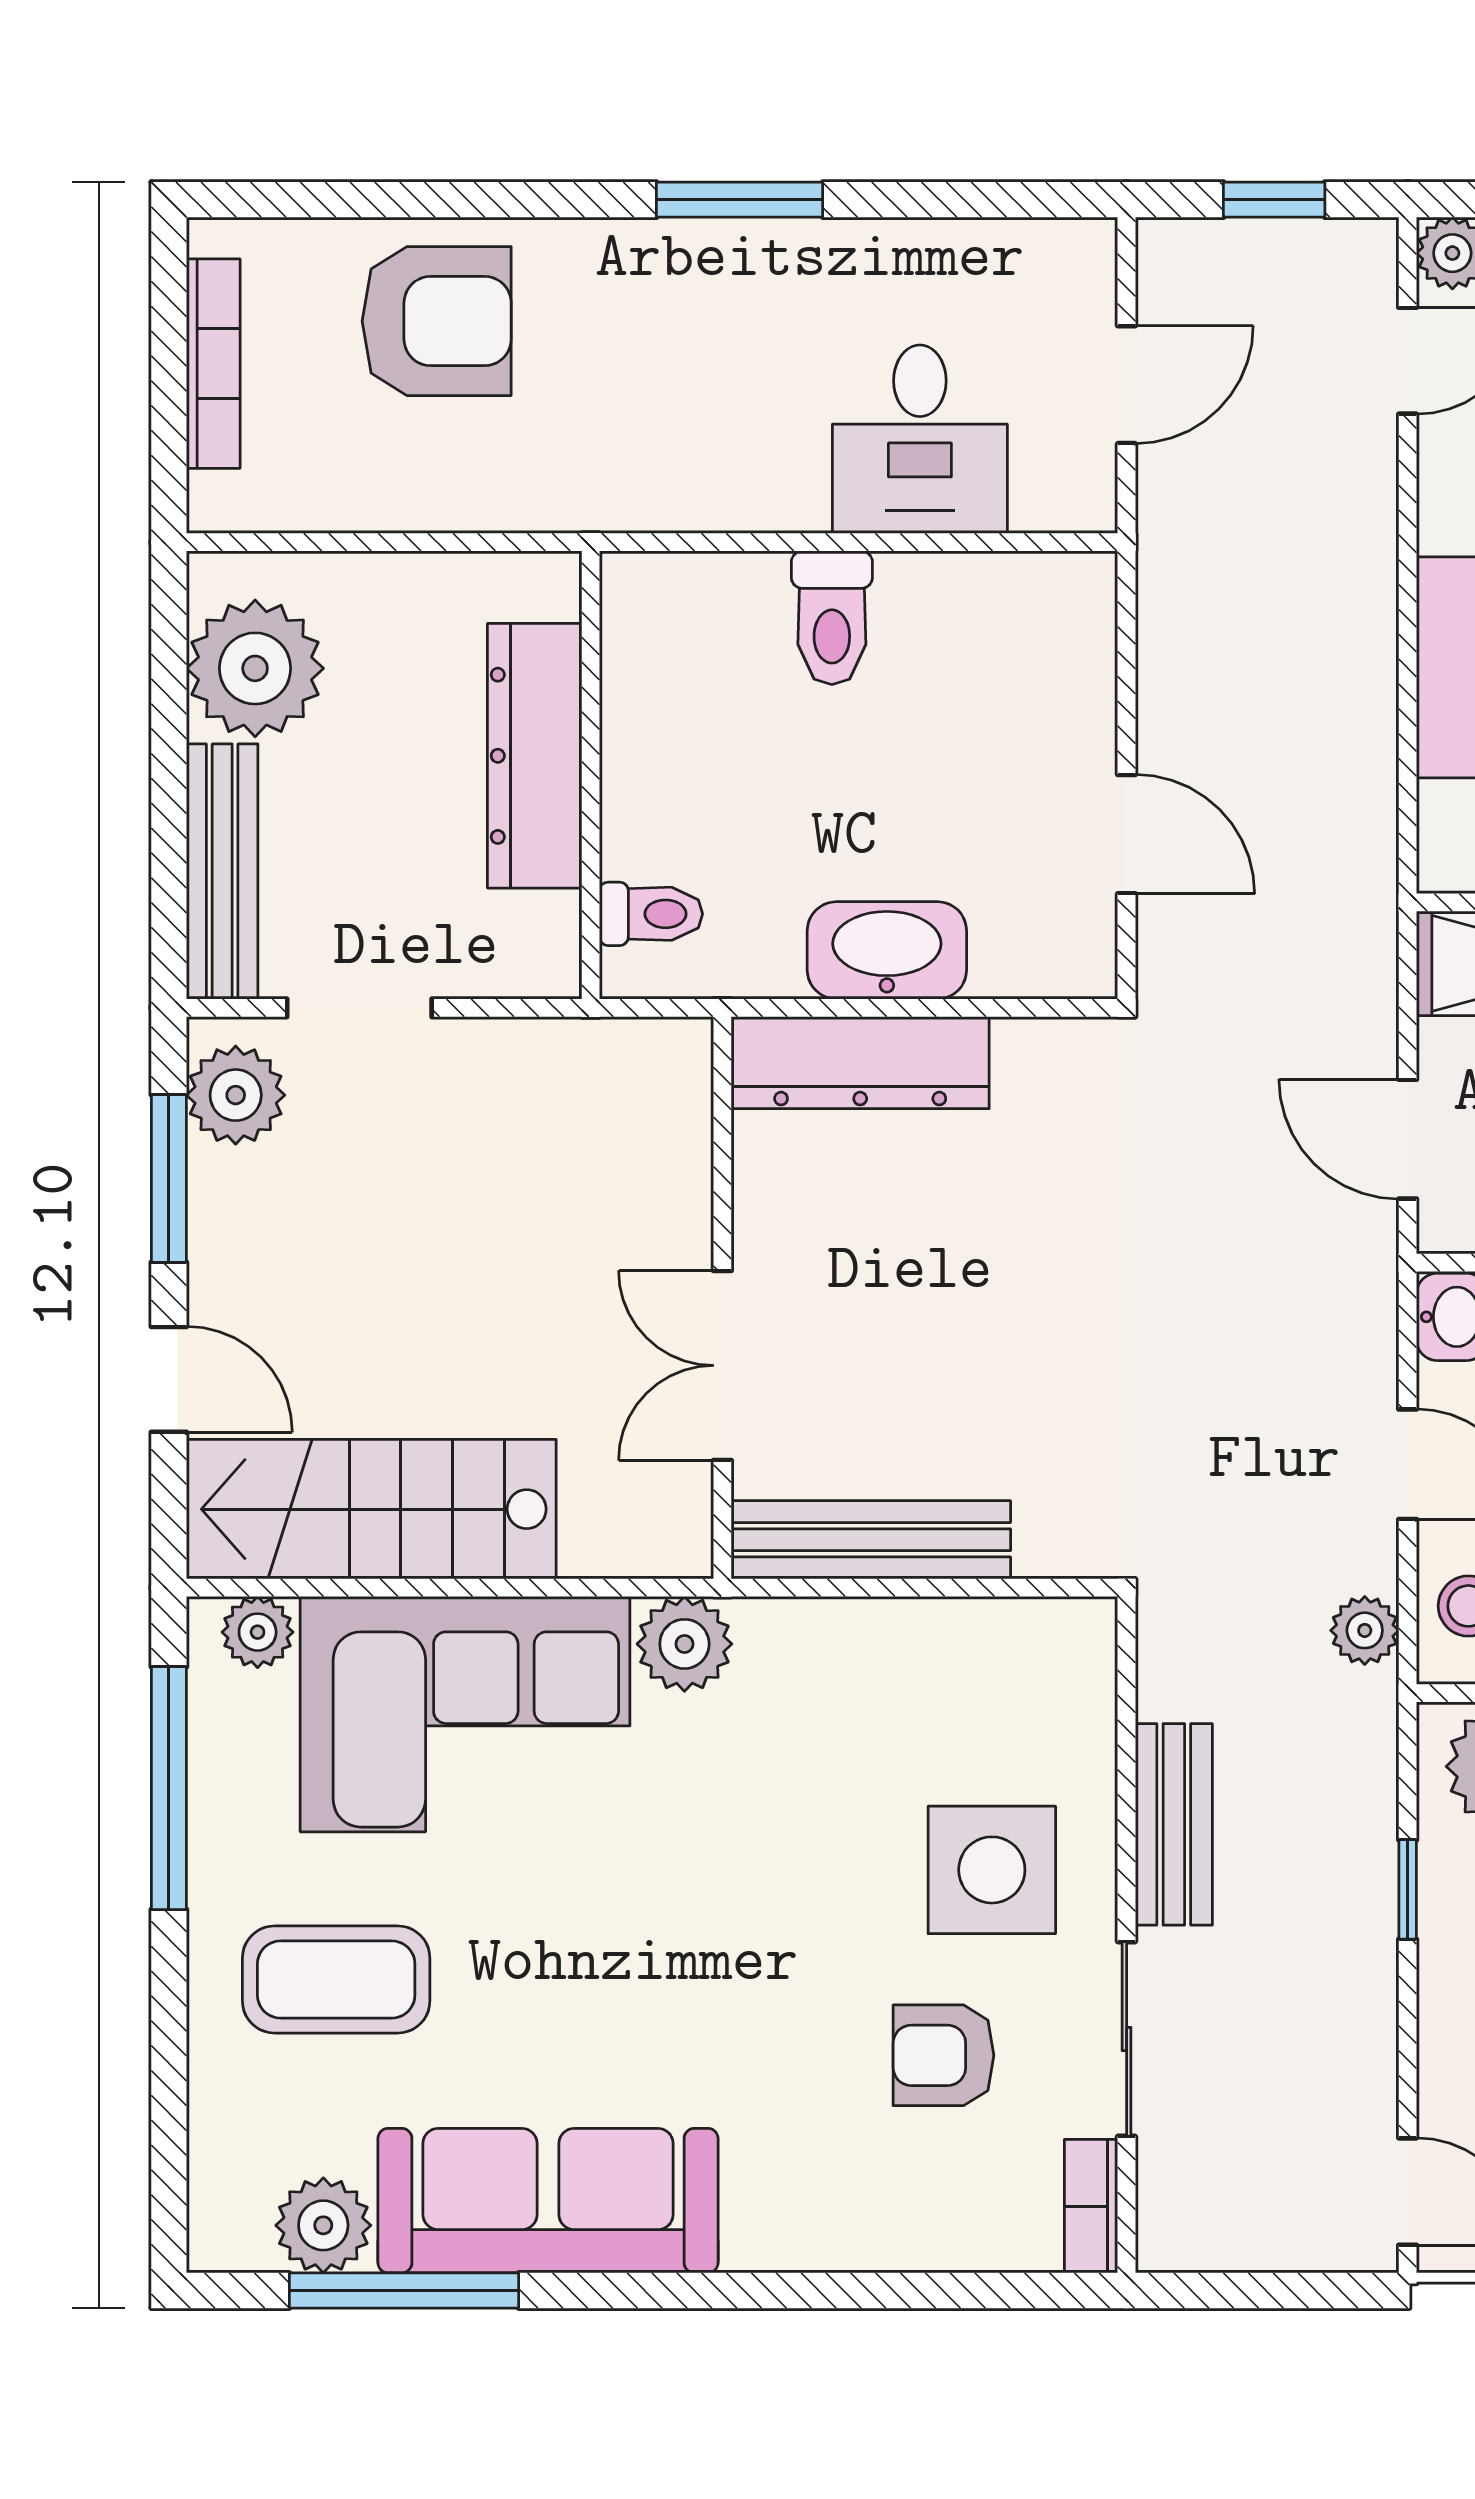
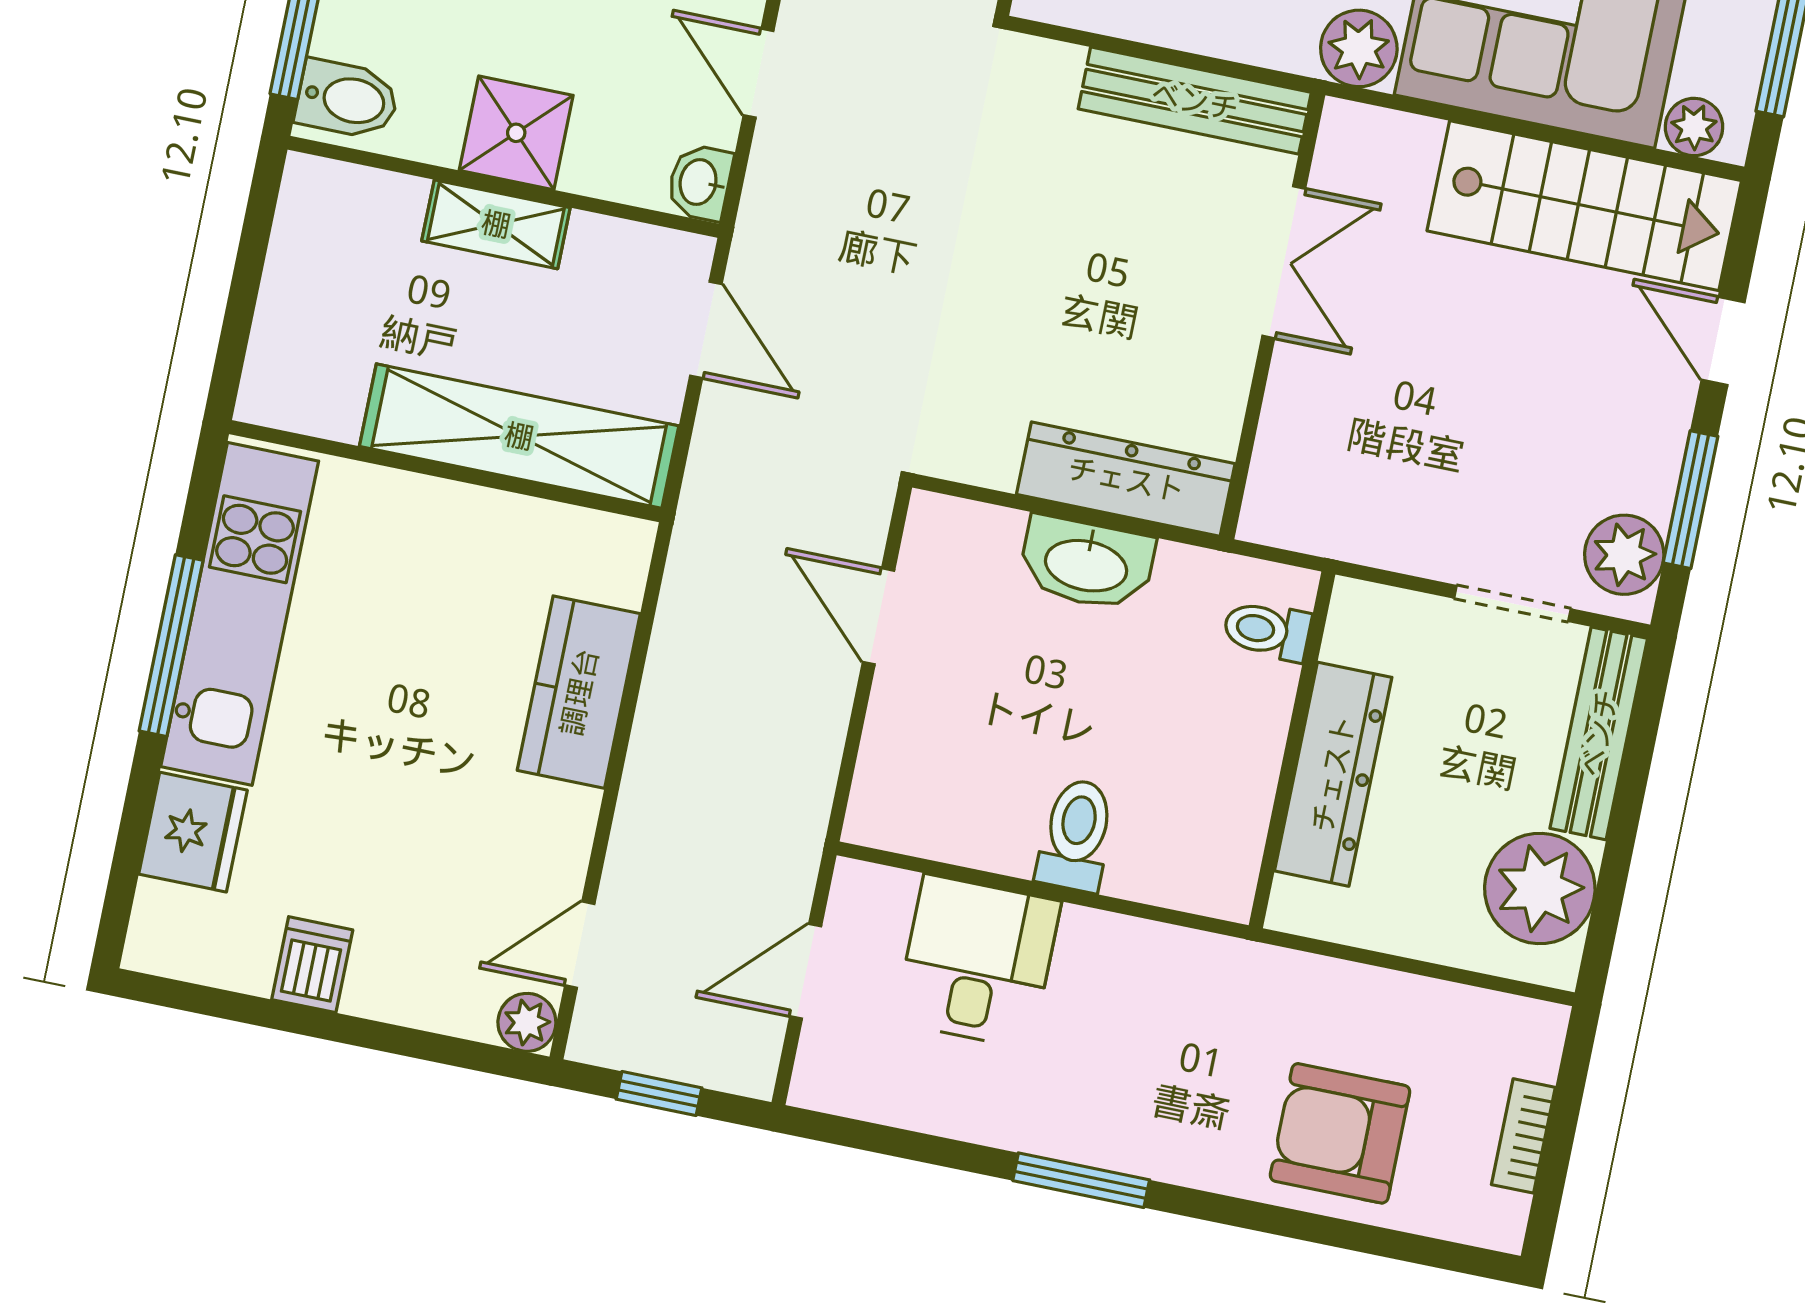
bookcase: (213, 364) -> (1523, 1136), width x0.64

